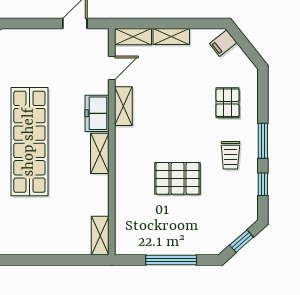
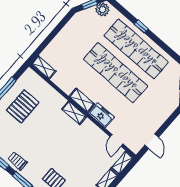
shelving: (123, 106) -> (74, 113), moved
trolley: (230, 155) -> (18, 161), moved
pallet: (178, 178) -> (23, 106), moved

